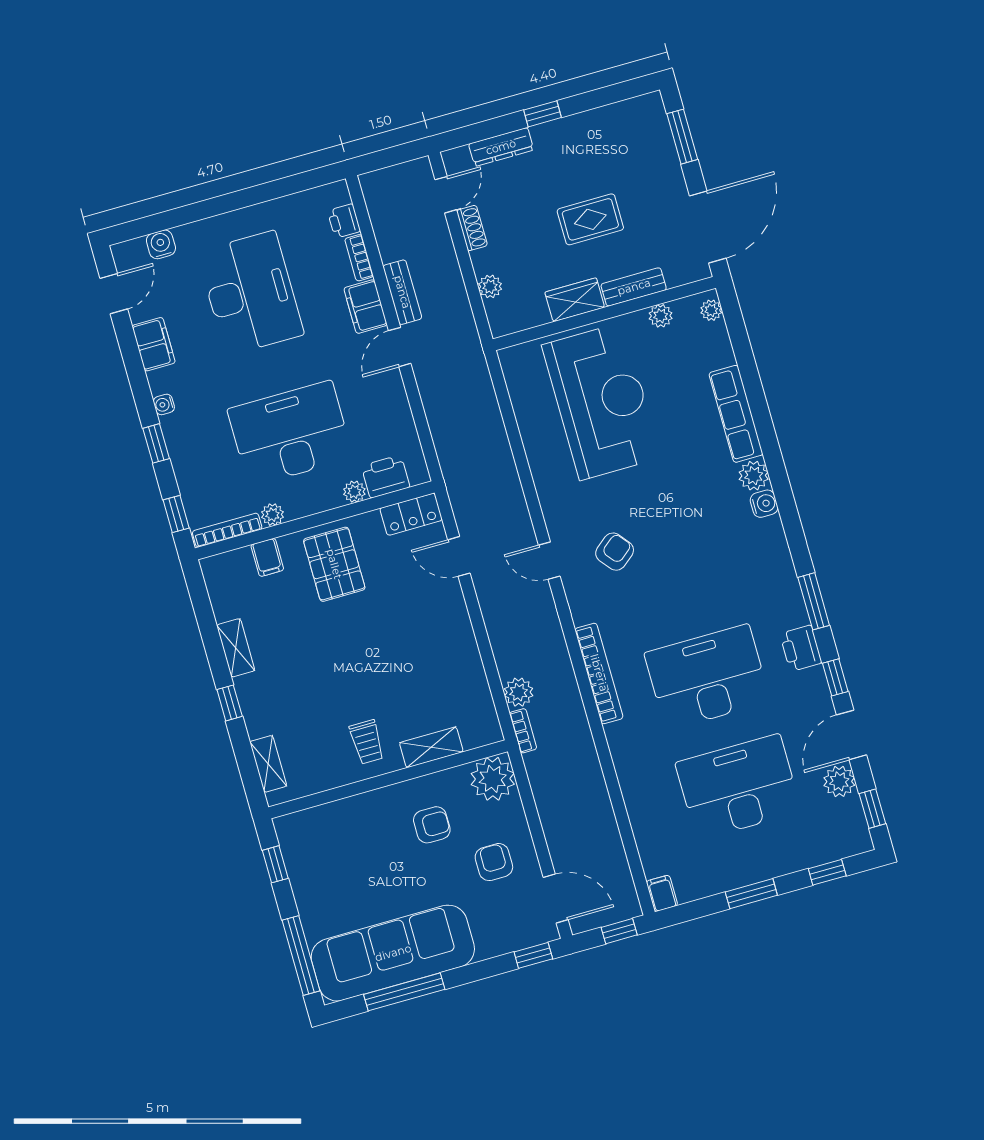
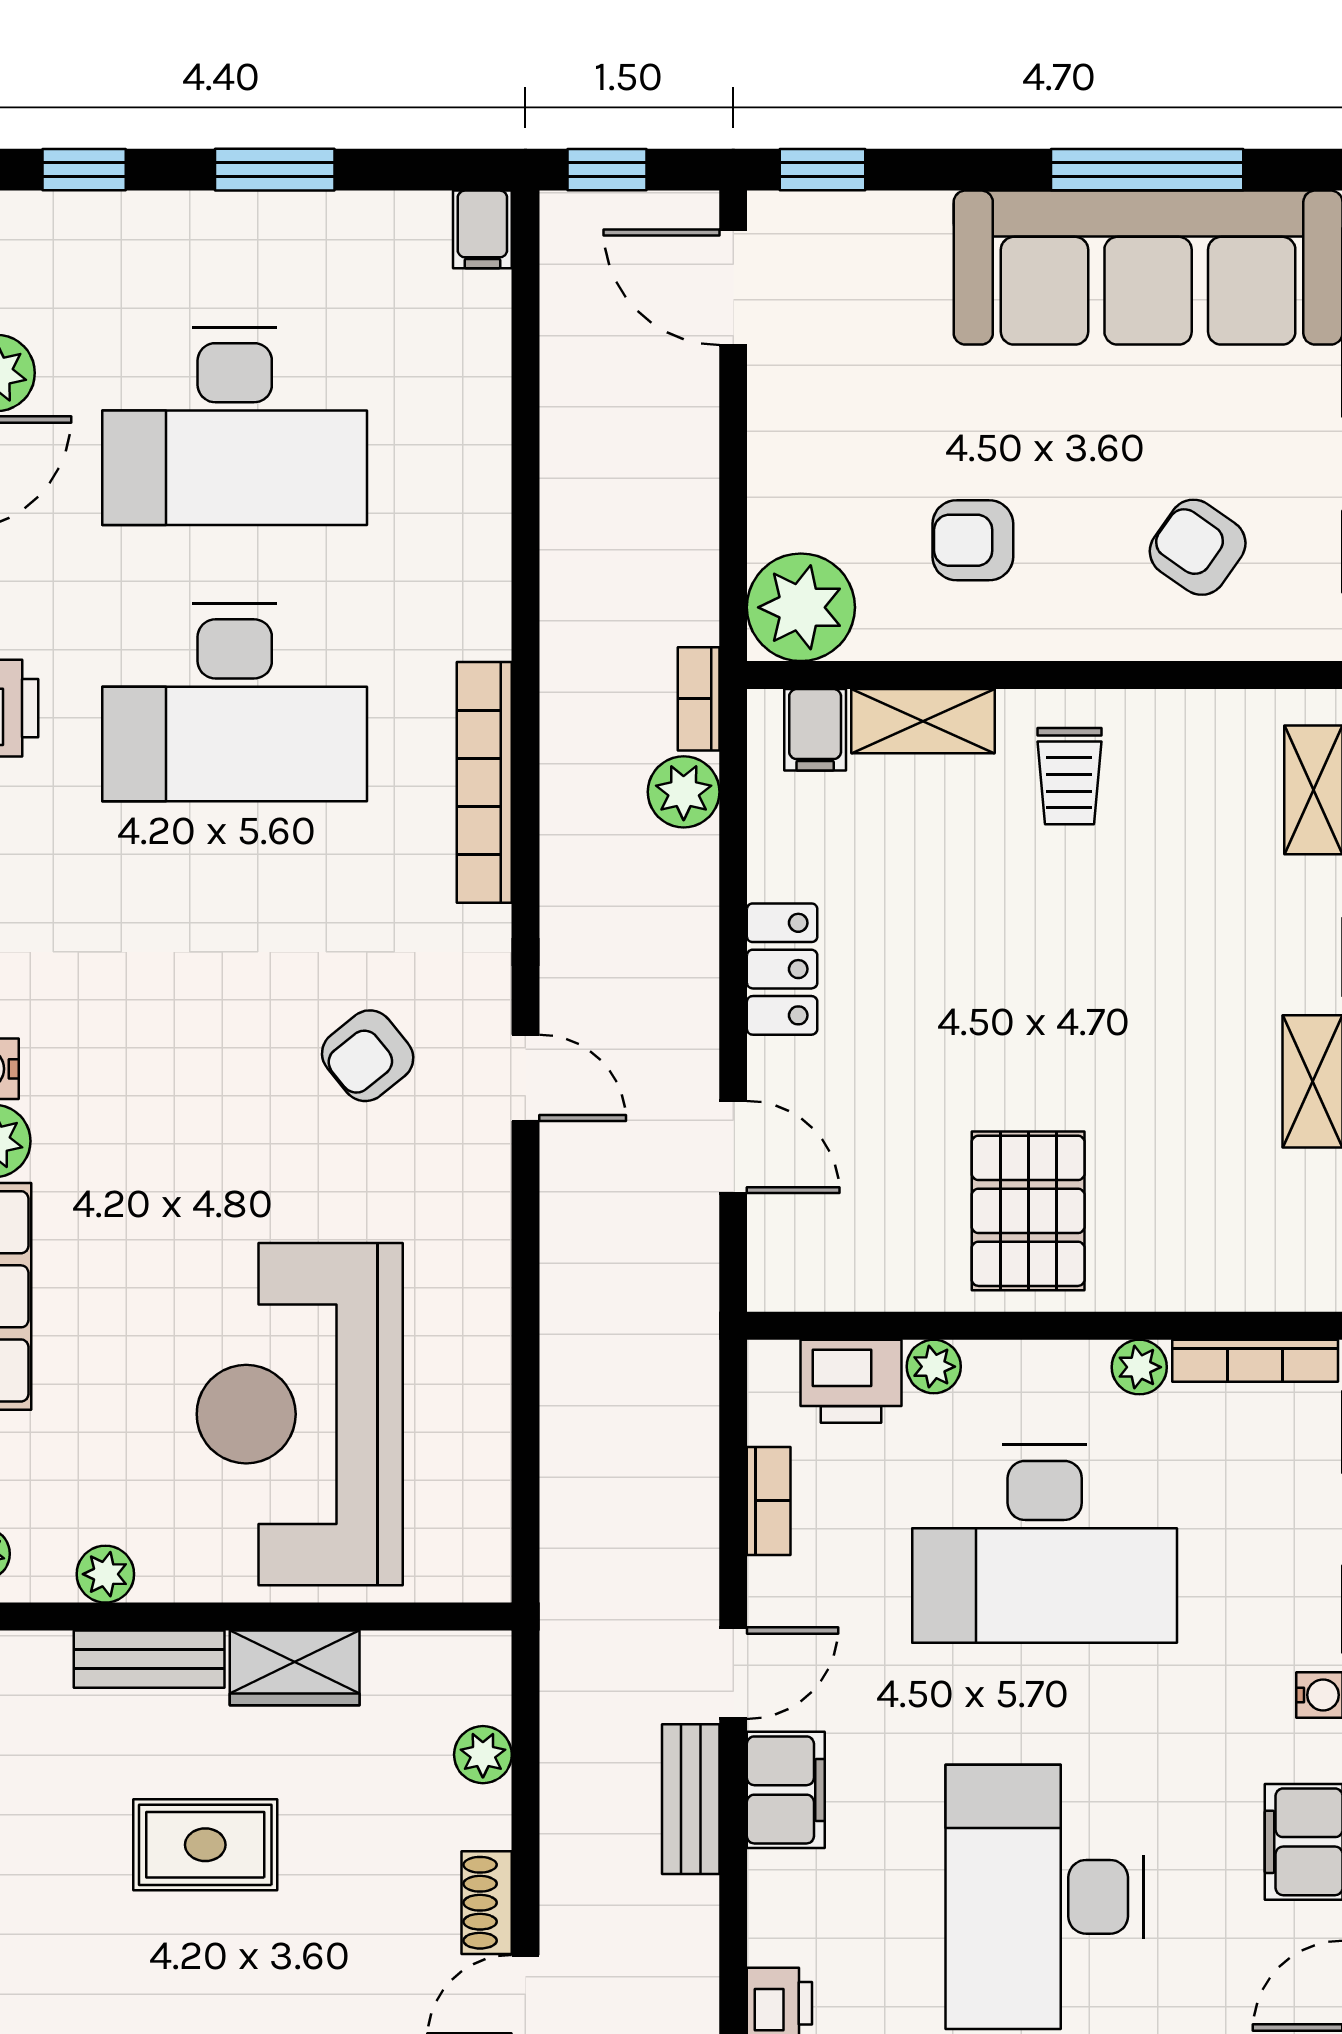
bookcase: (359, 258) -> (769, 1501), moved
locker: (411, 514) -> (782, 969), moved, turned 90
filing cabinet: (267, 557) -> (815, 730), moved, turned 180
trolley: (367, 742) -> (1069, 776), turned 180
armchair: (494, 862) -> (1198, 547), moved, turned 125

